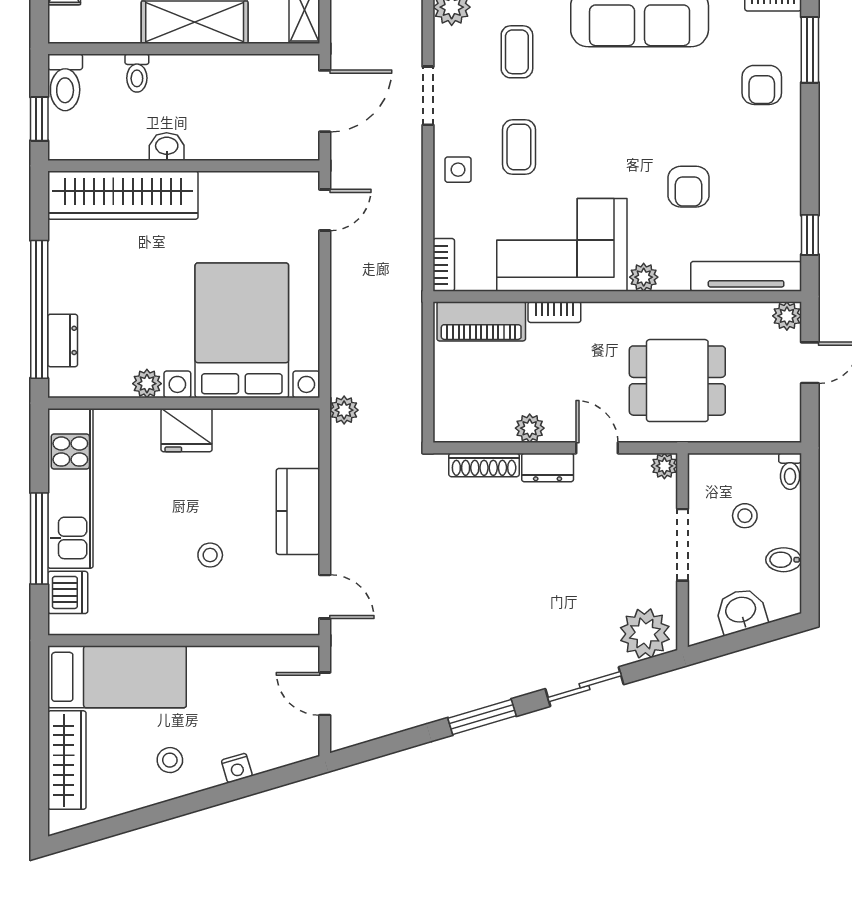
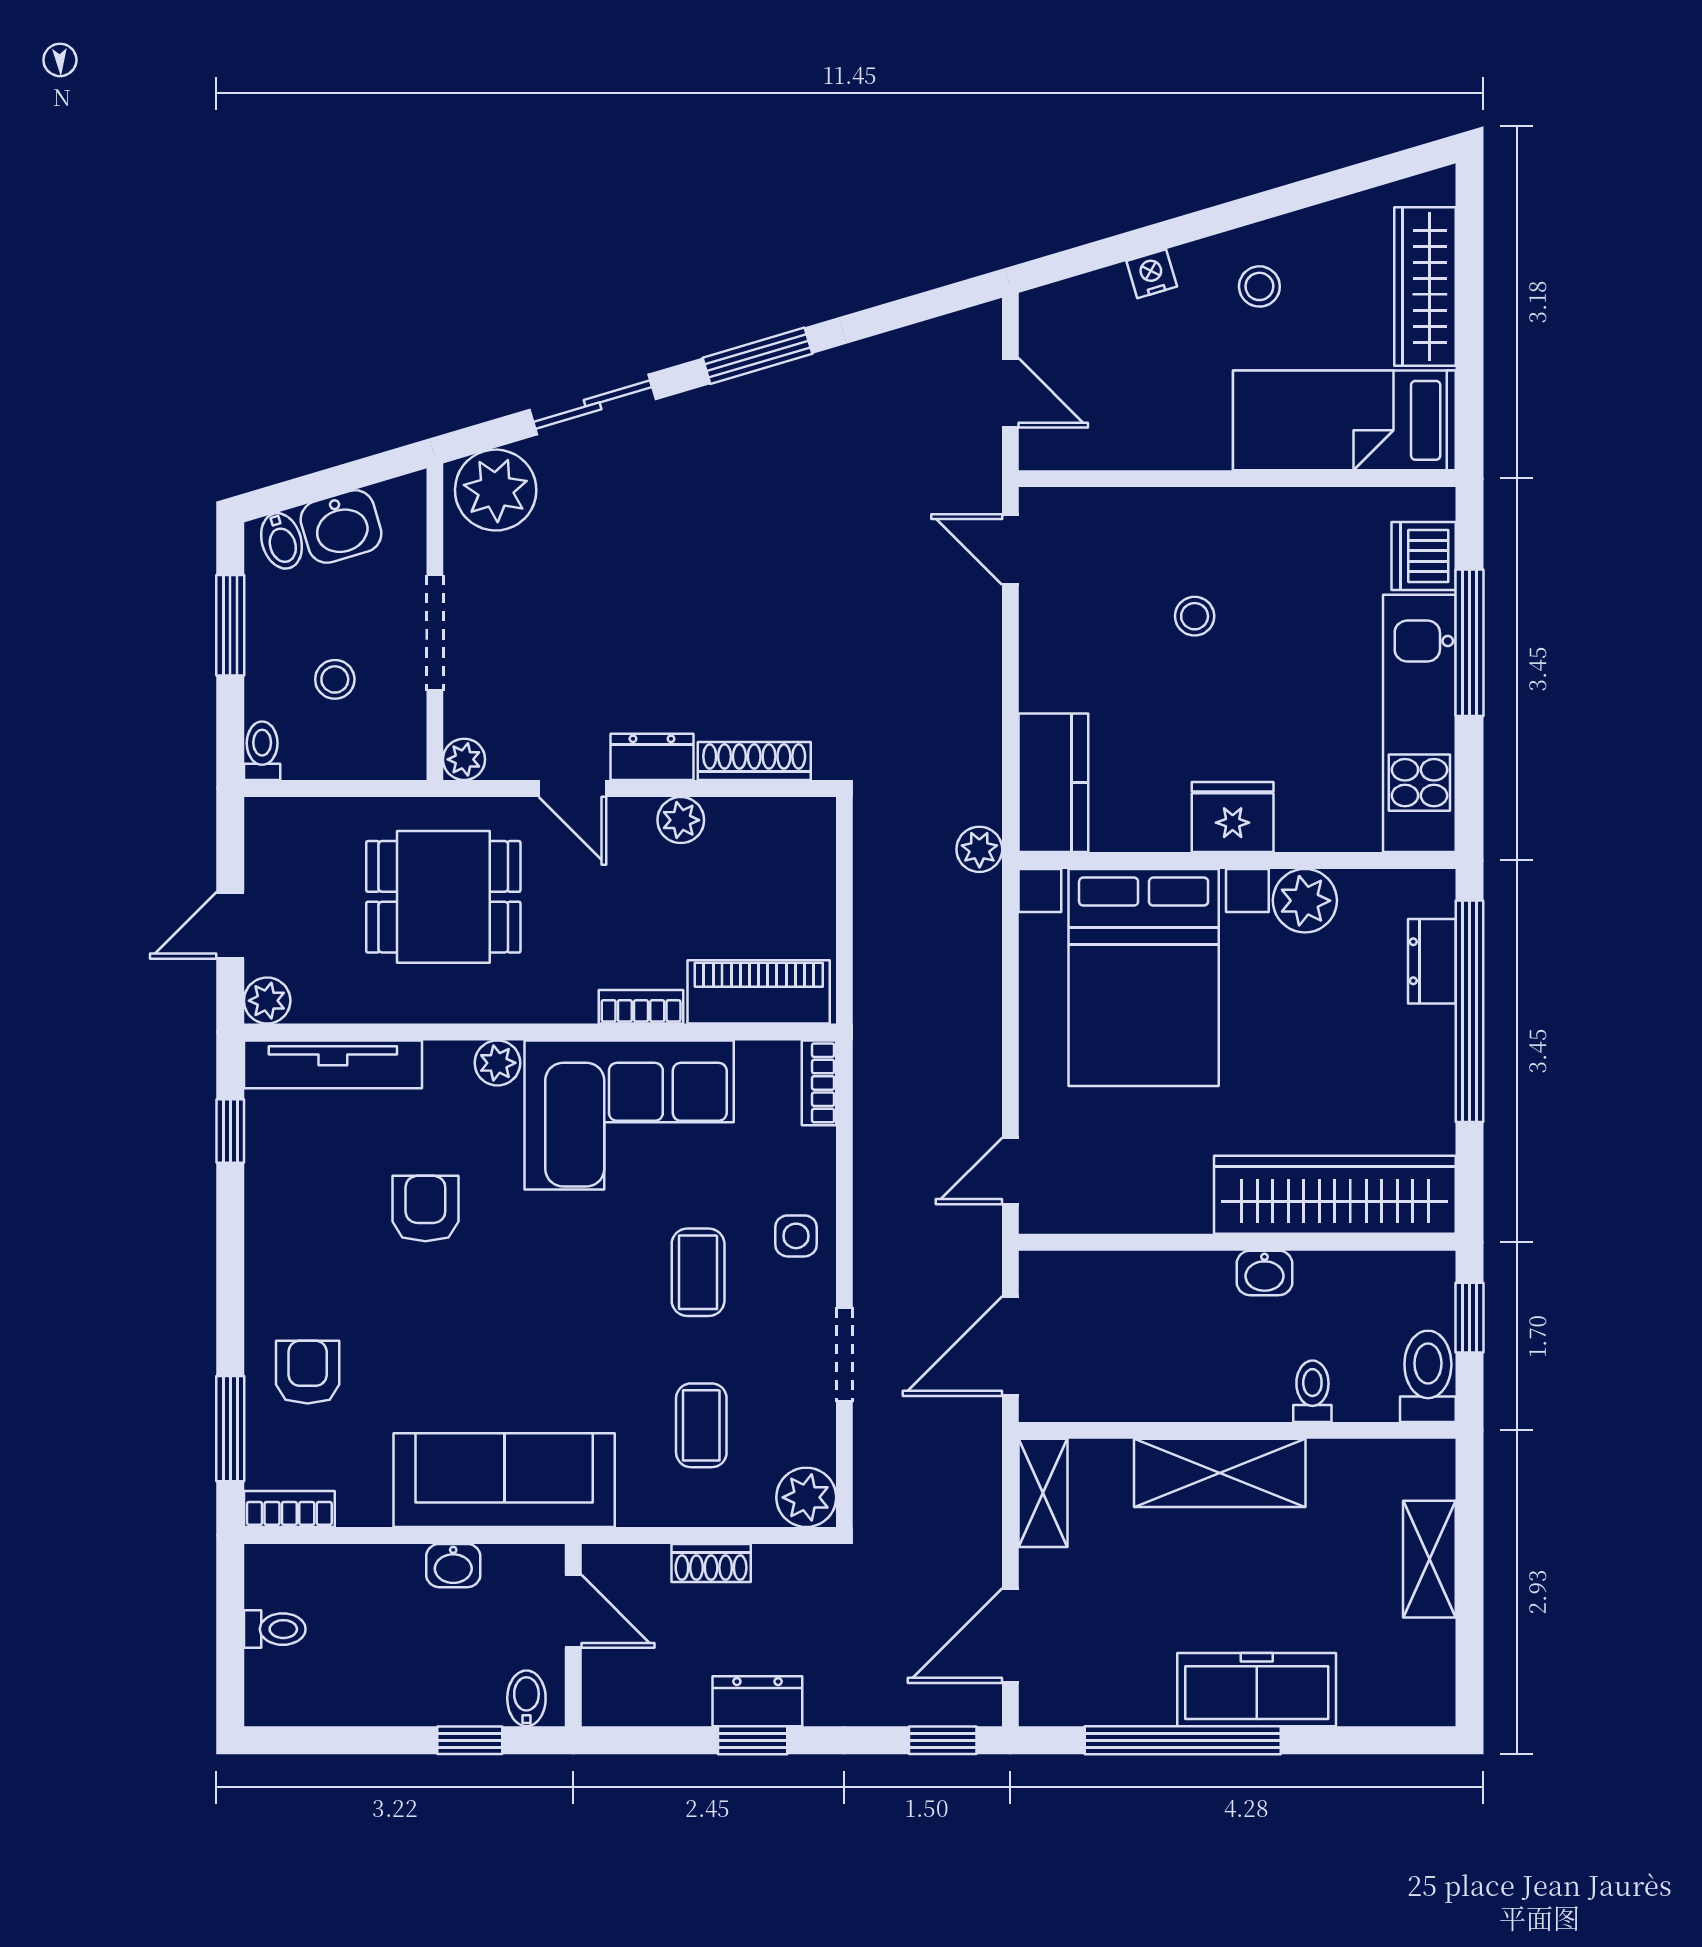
plant: (147, 384) -> (1305, 901), width x1.38, depth x1.38
kitchen counter: (298, 511) -> (1053, 783), moved
window: (810, 549) -> (230, 625), added
bidet: (784, 560) -> (281, 541), moved, turned 74

